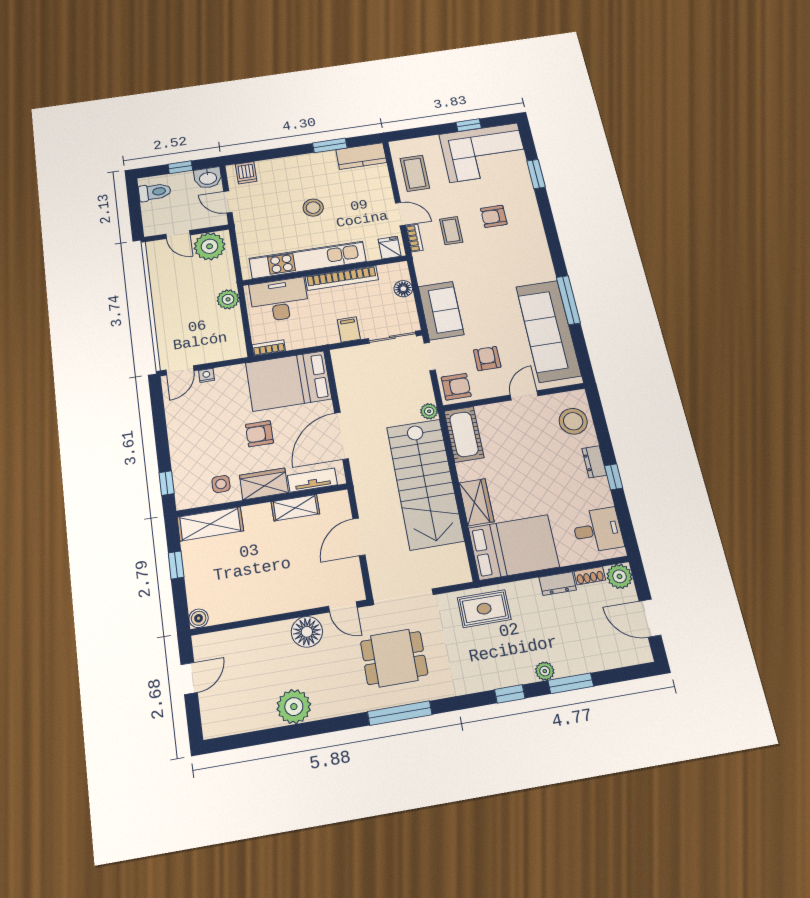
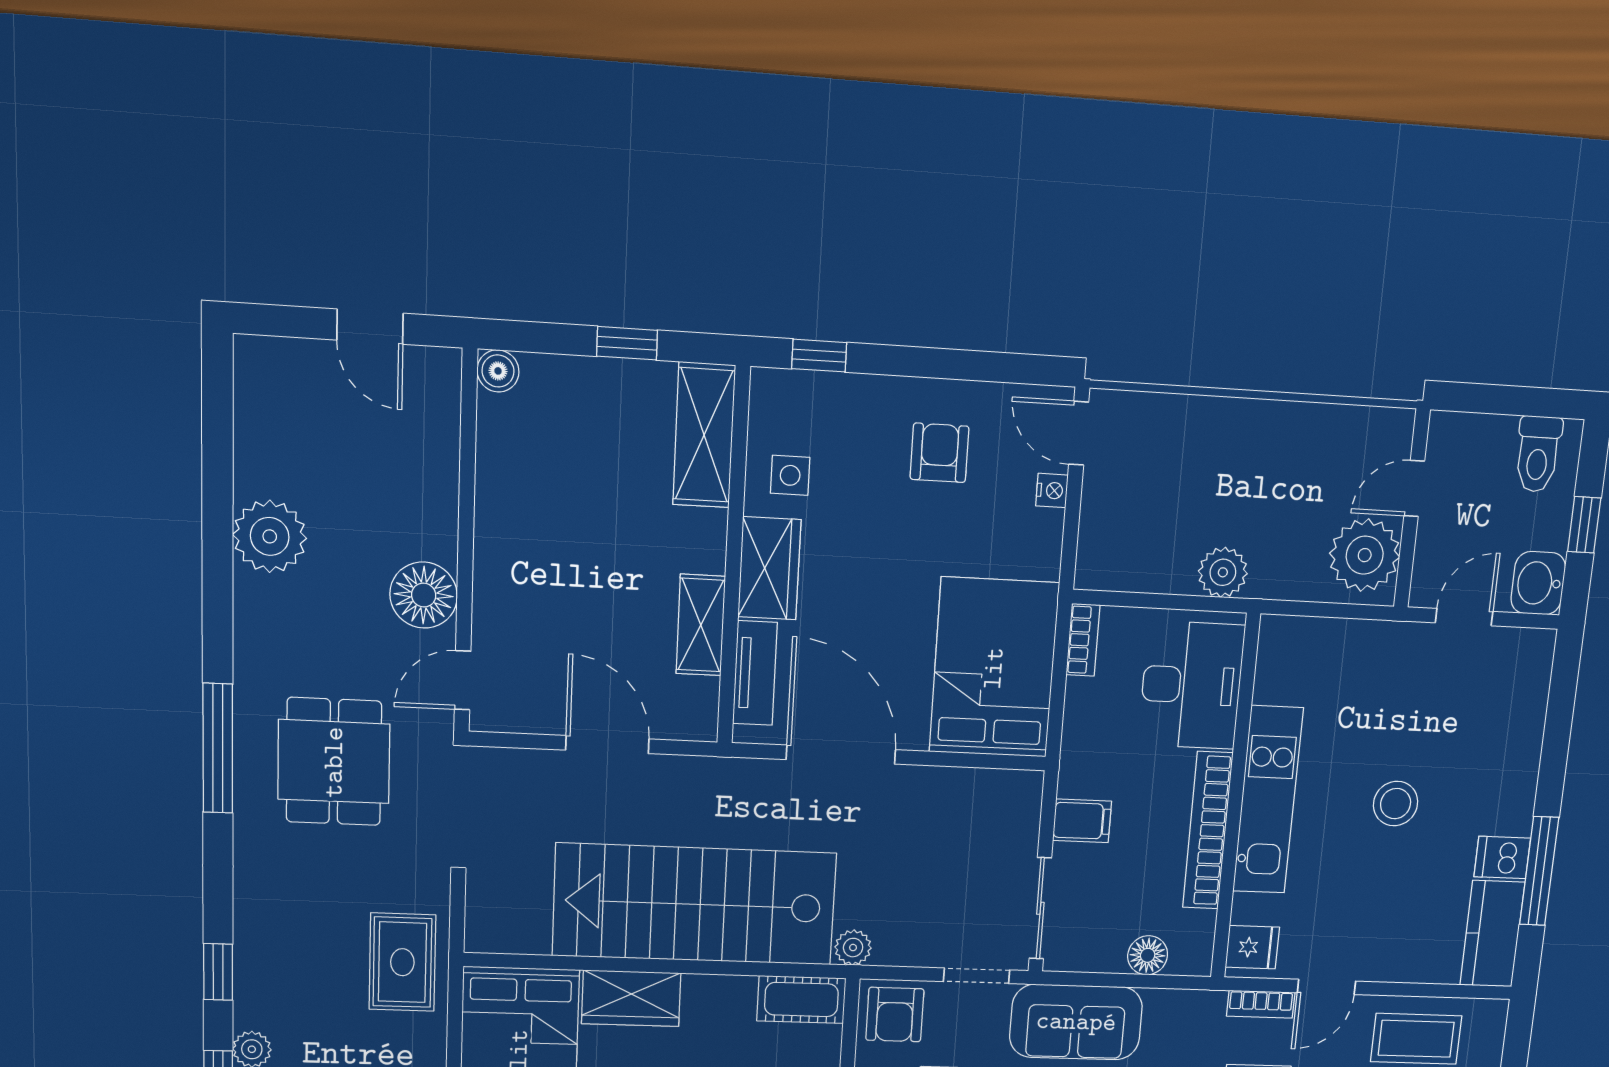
window: (330, 145) -> (1539, 871), width x1.44
dishwasher: (246, 173) -> (1502, 857), moved
kitchen unit: (308, 260) -> (1268, 800), width x0.73
armchair: (259, 434) -> (939, 453), moved
cot: (464, 434) -> (801, 999), width x0.73, depth x0.75

